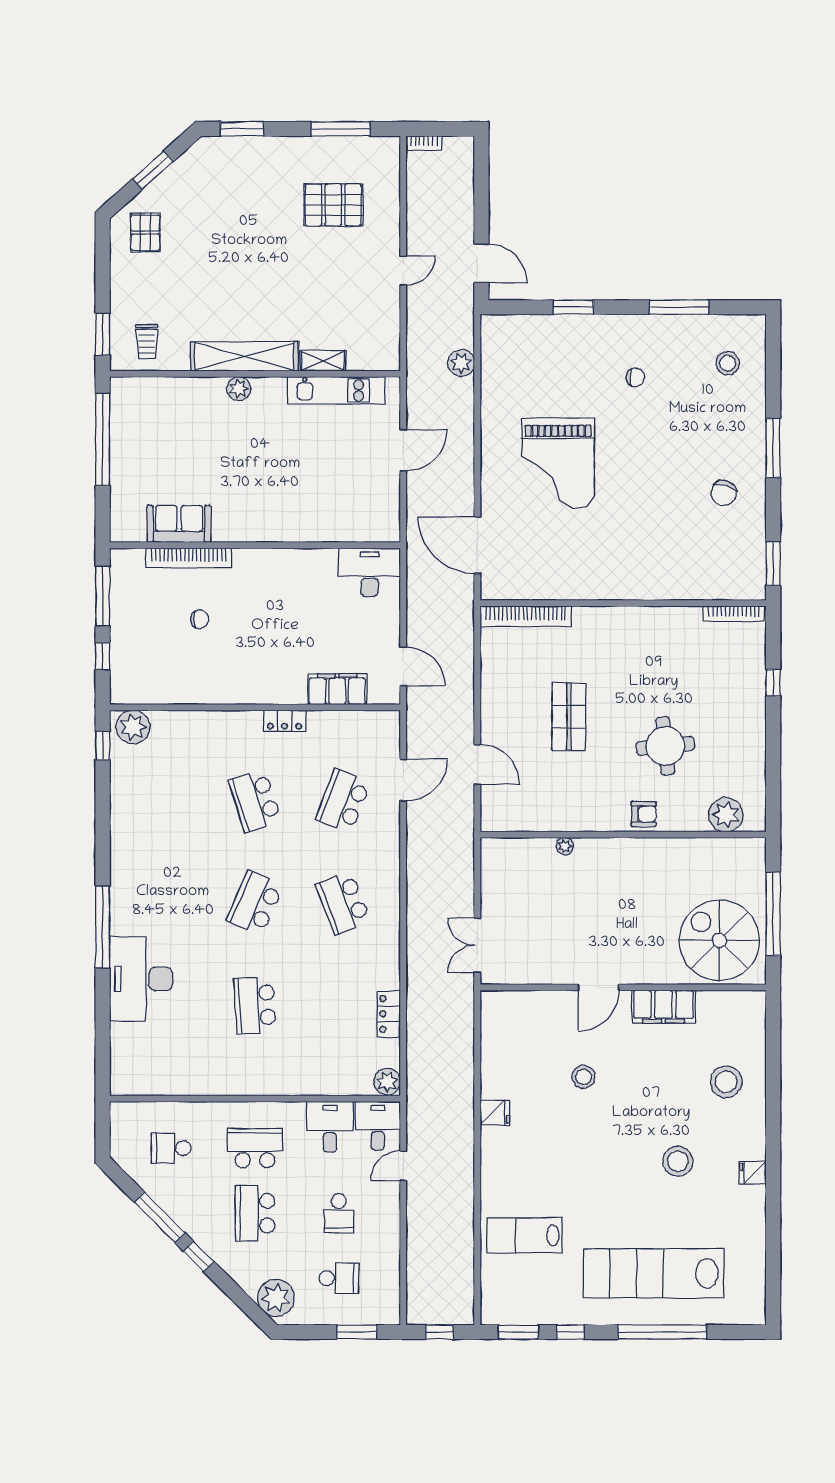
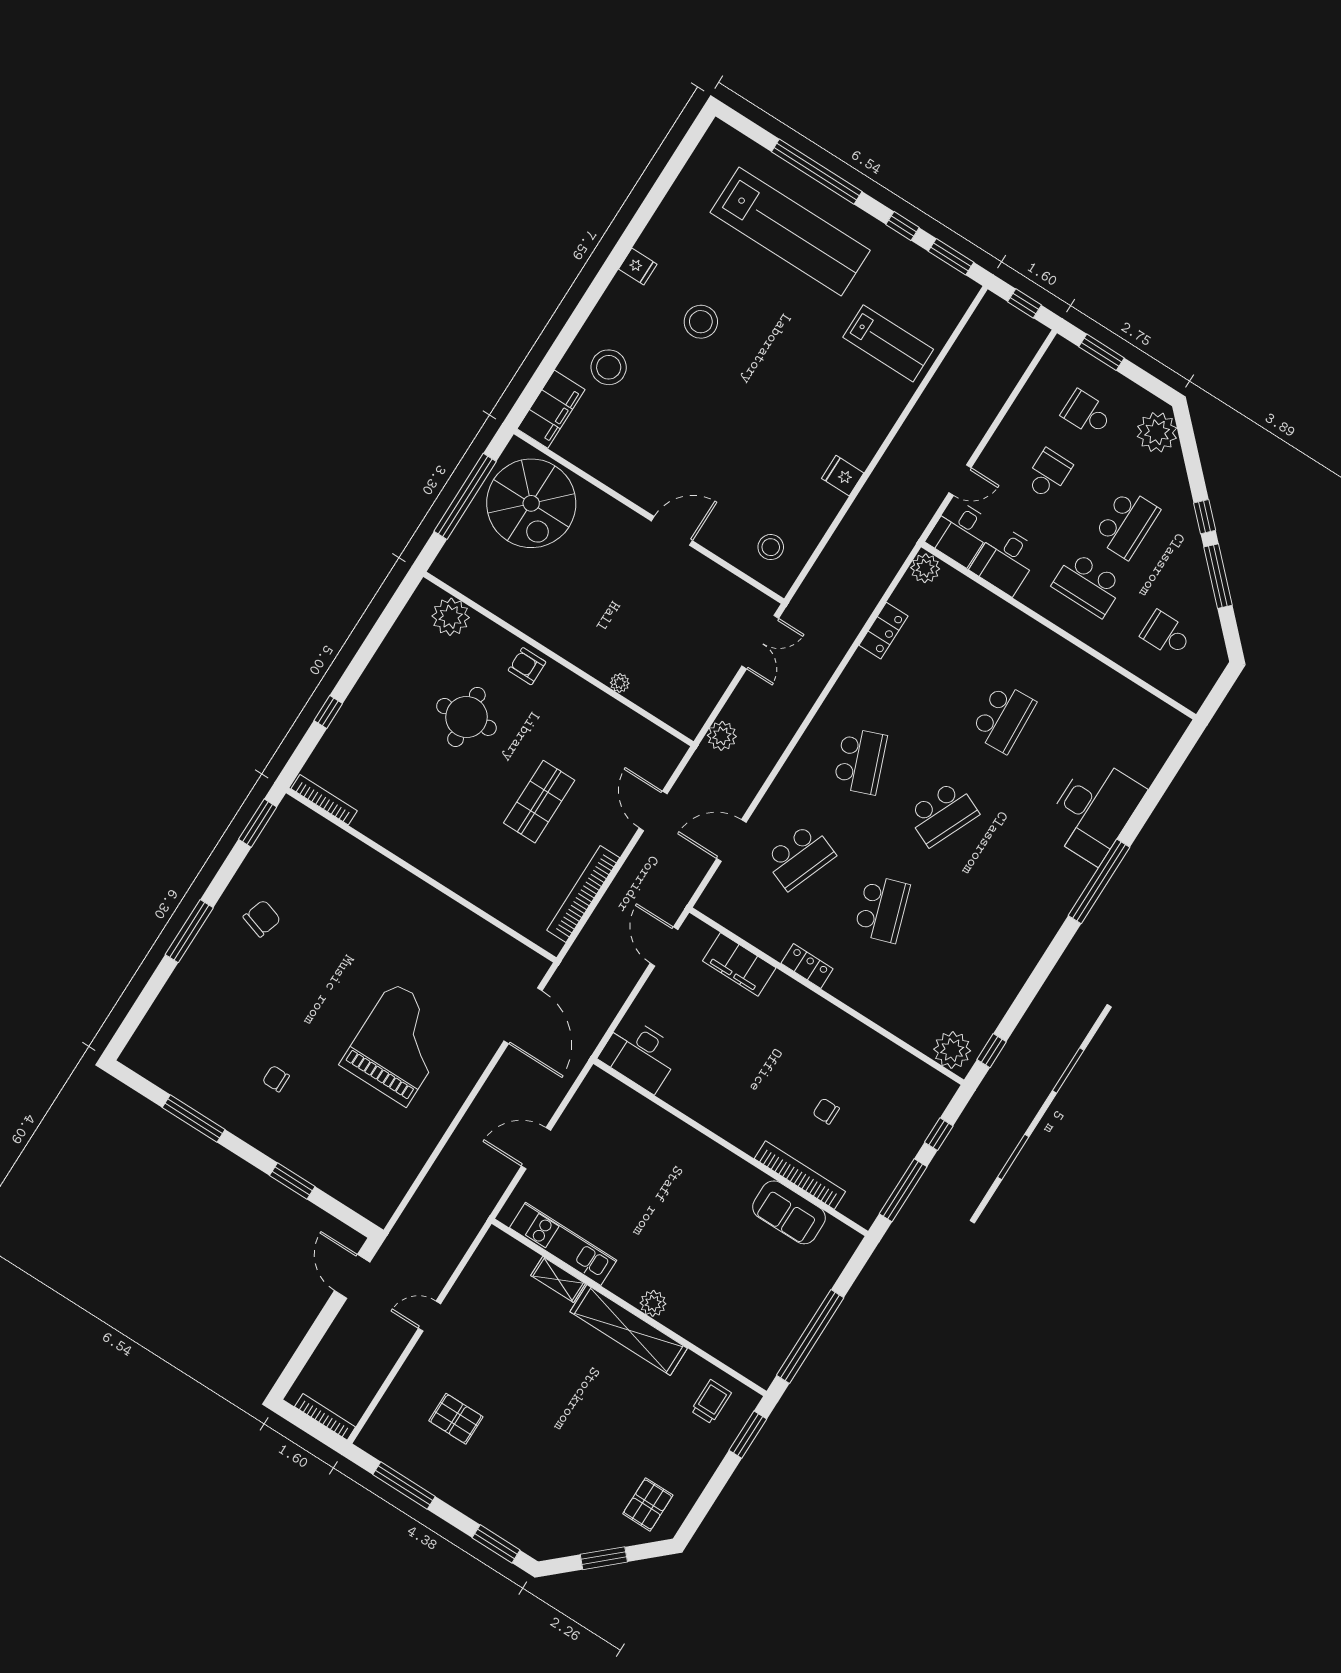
bookcase: (424, 143) -> (325, 1417), width x1.56
pallet: (333, 205) -> (456, 1419), width x0.67, depth x0.71
plant: (461, 363) -> (722, 736), moved
stool: (728, 363) -> (181, 1037), removed
bookcase: (526, 616) -> (583, 894), moved, turned -90
filing cabinet: (664, 1007) -> (551, 409), moved, turned 90
stool: (583, 1077) -> (771, 547), moved
school desk: (171, 1148) -> (1166, 634), turned 180

